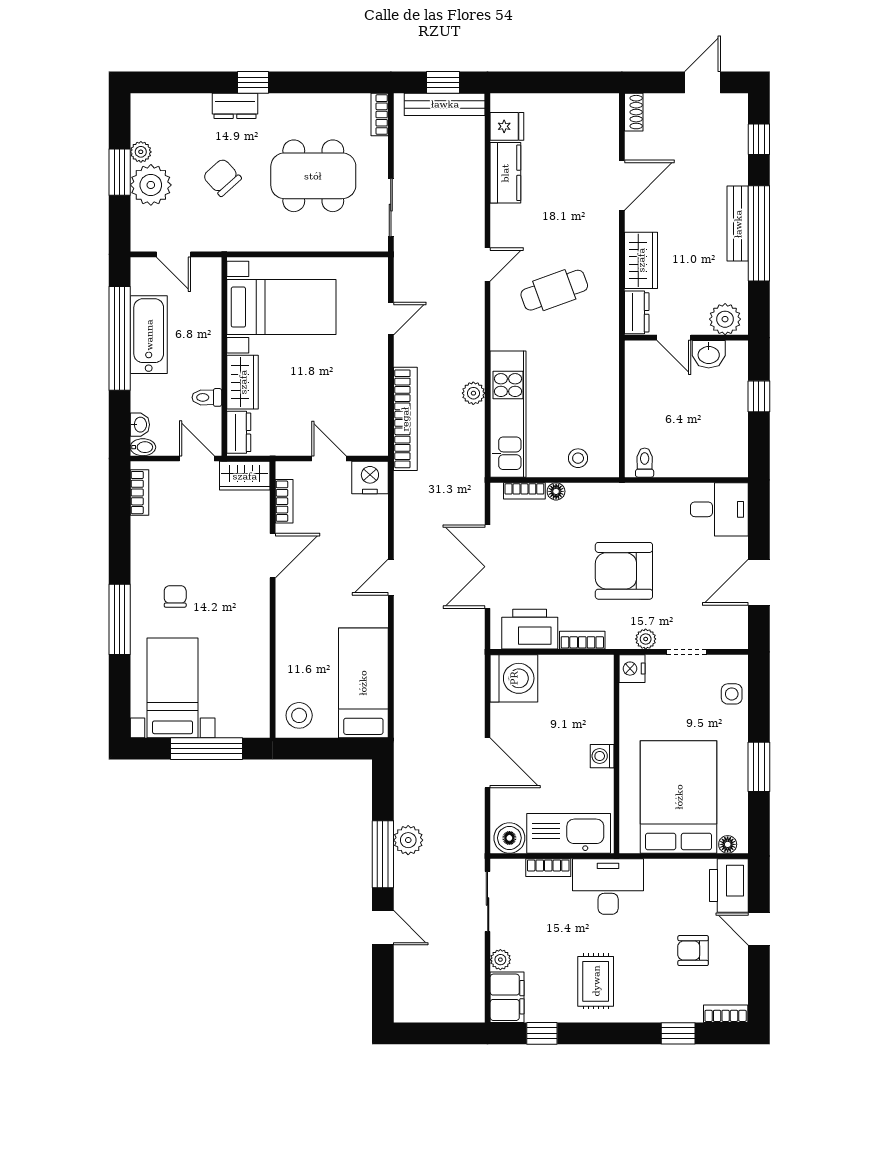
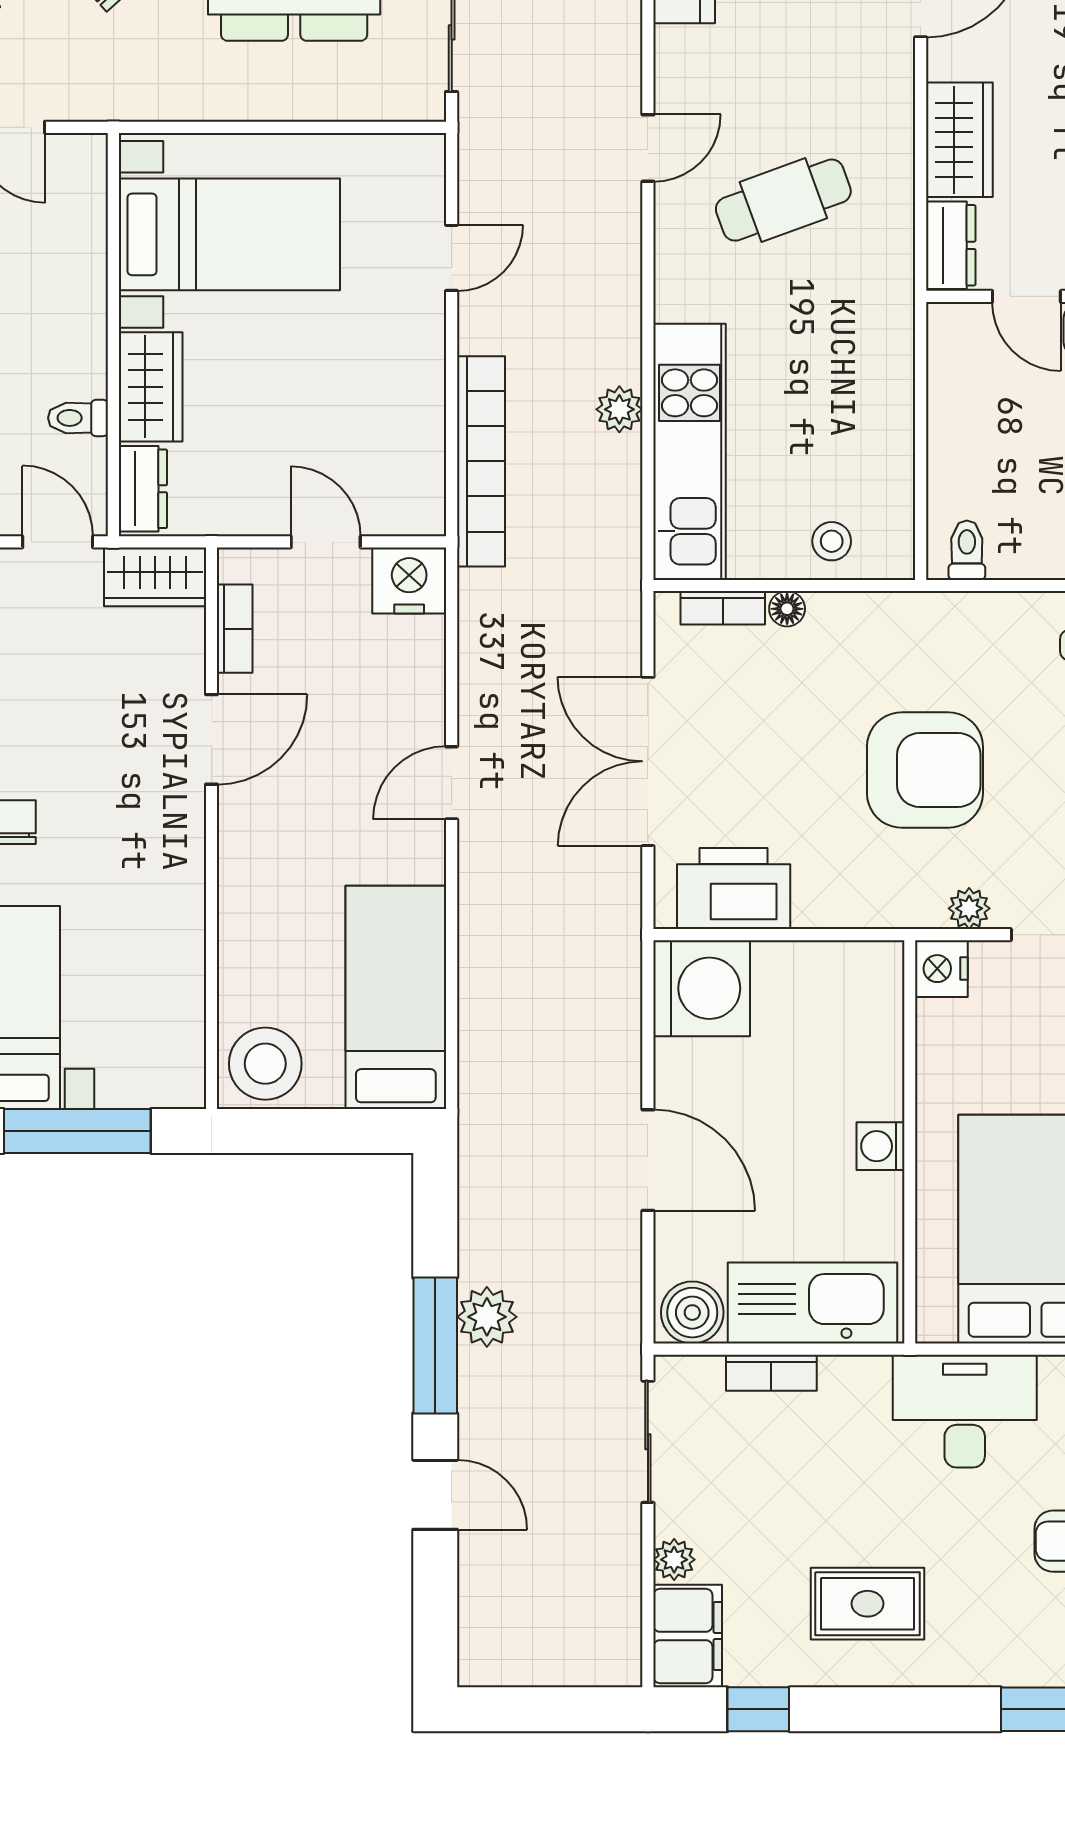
armchair: (624, 571) -> (925, 770), turned 180
bookcase: (582, 640) -> (840, 911), removed
stool: (299, 715) -> (265, 1064), width x1.38, depth x1.38
desk: (608, 887) -> (965, 1411), moved
rug: (596, 981) -> (868, 1604), turned 90

